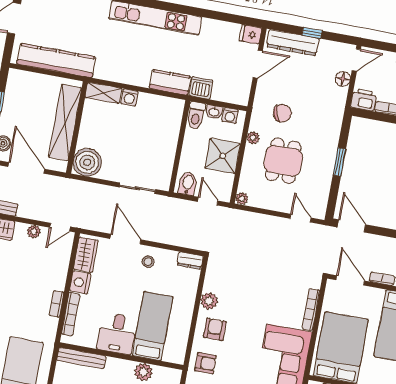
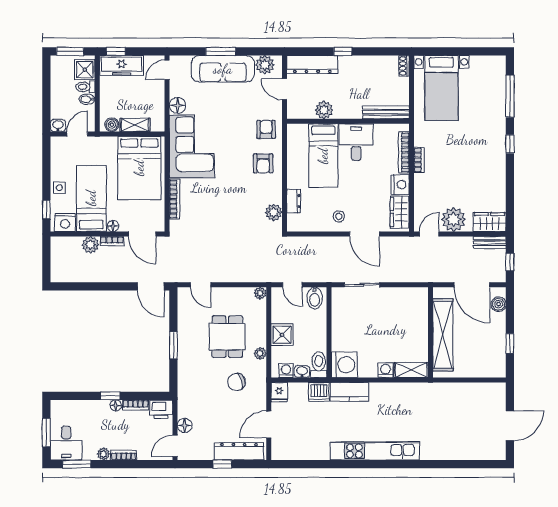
fridge: (250, 34) -> (279, 392), moved, turned 90
kitchen counter: (56, 60) -> (462, 393), removed
washing machine: (170, 111) -> (344, 365), added
shower: (223, 156) -> (282, 335), width x0.73, depth x0.73
boiler: (87, 162) -> (415, 301), removed
plant: (34, 232) -> (454, 219), width x1.87, depth x1.87
dresser: (190, 261) -> (294, 201), moved, turned 90
floor lamp: (378, 294) -> (113, 226), added
plant: (209, 301) -> (274, 212), moved
armchair: (205, 363) -> (266, 129), turned 90

